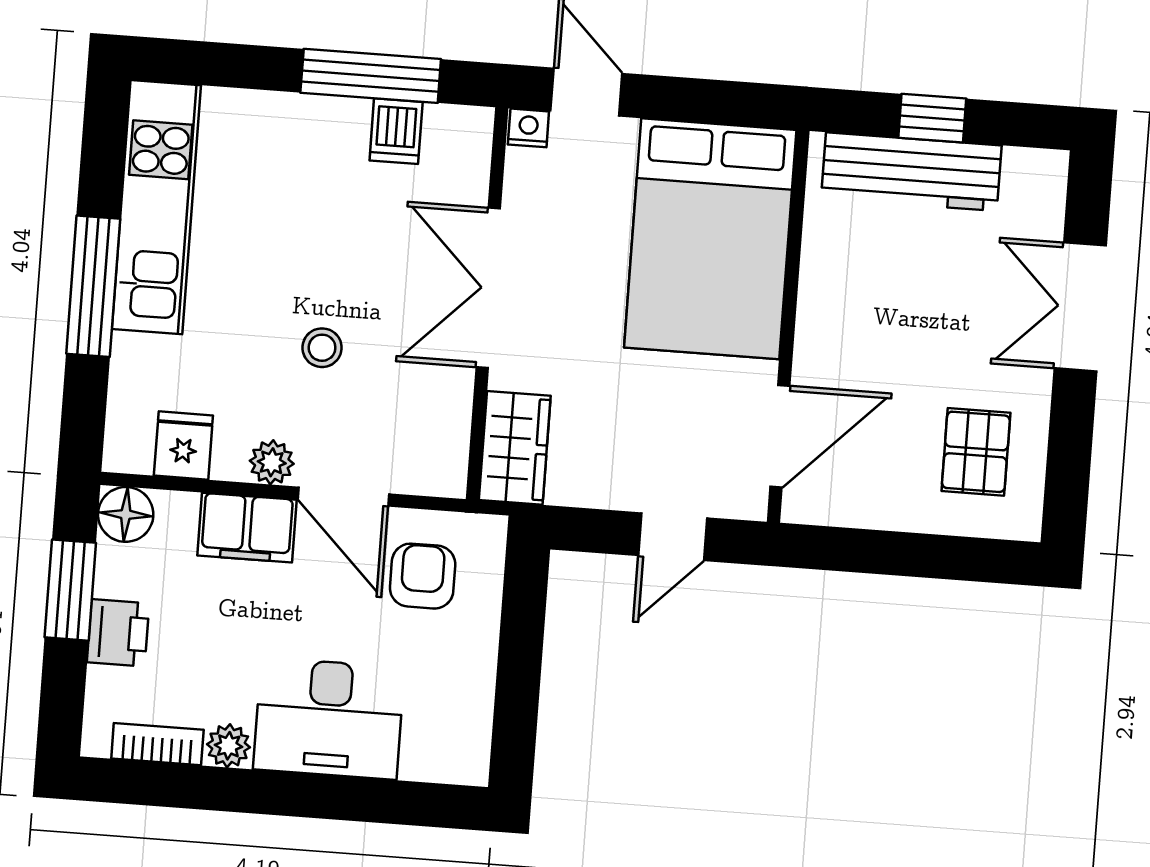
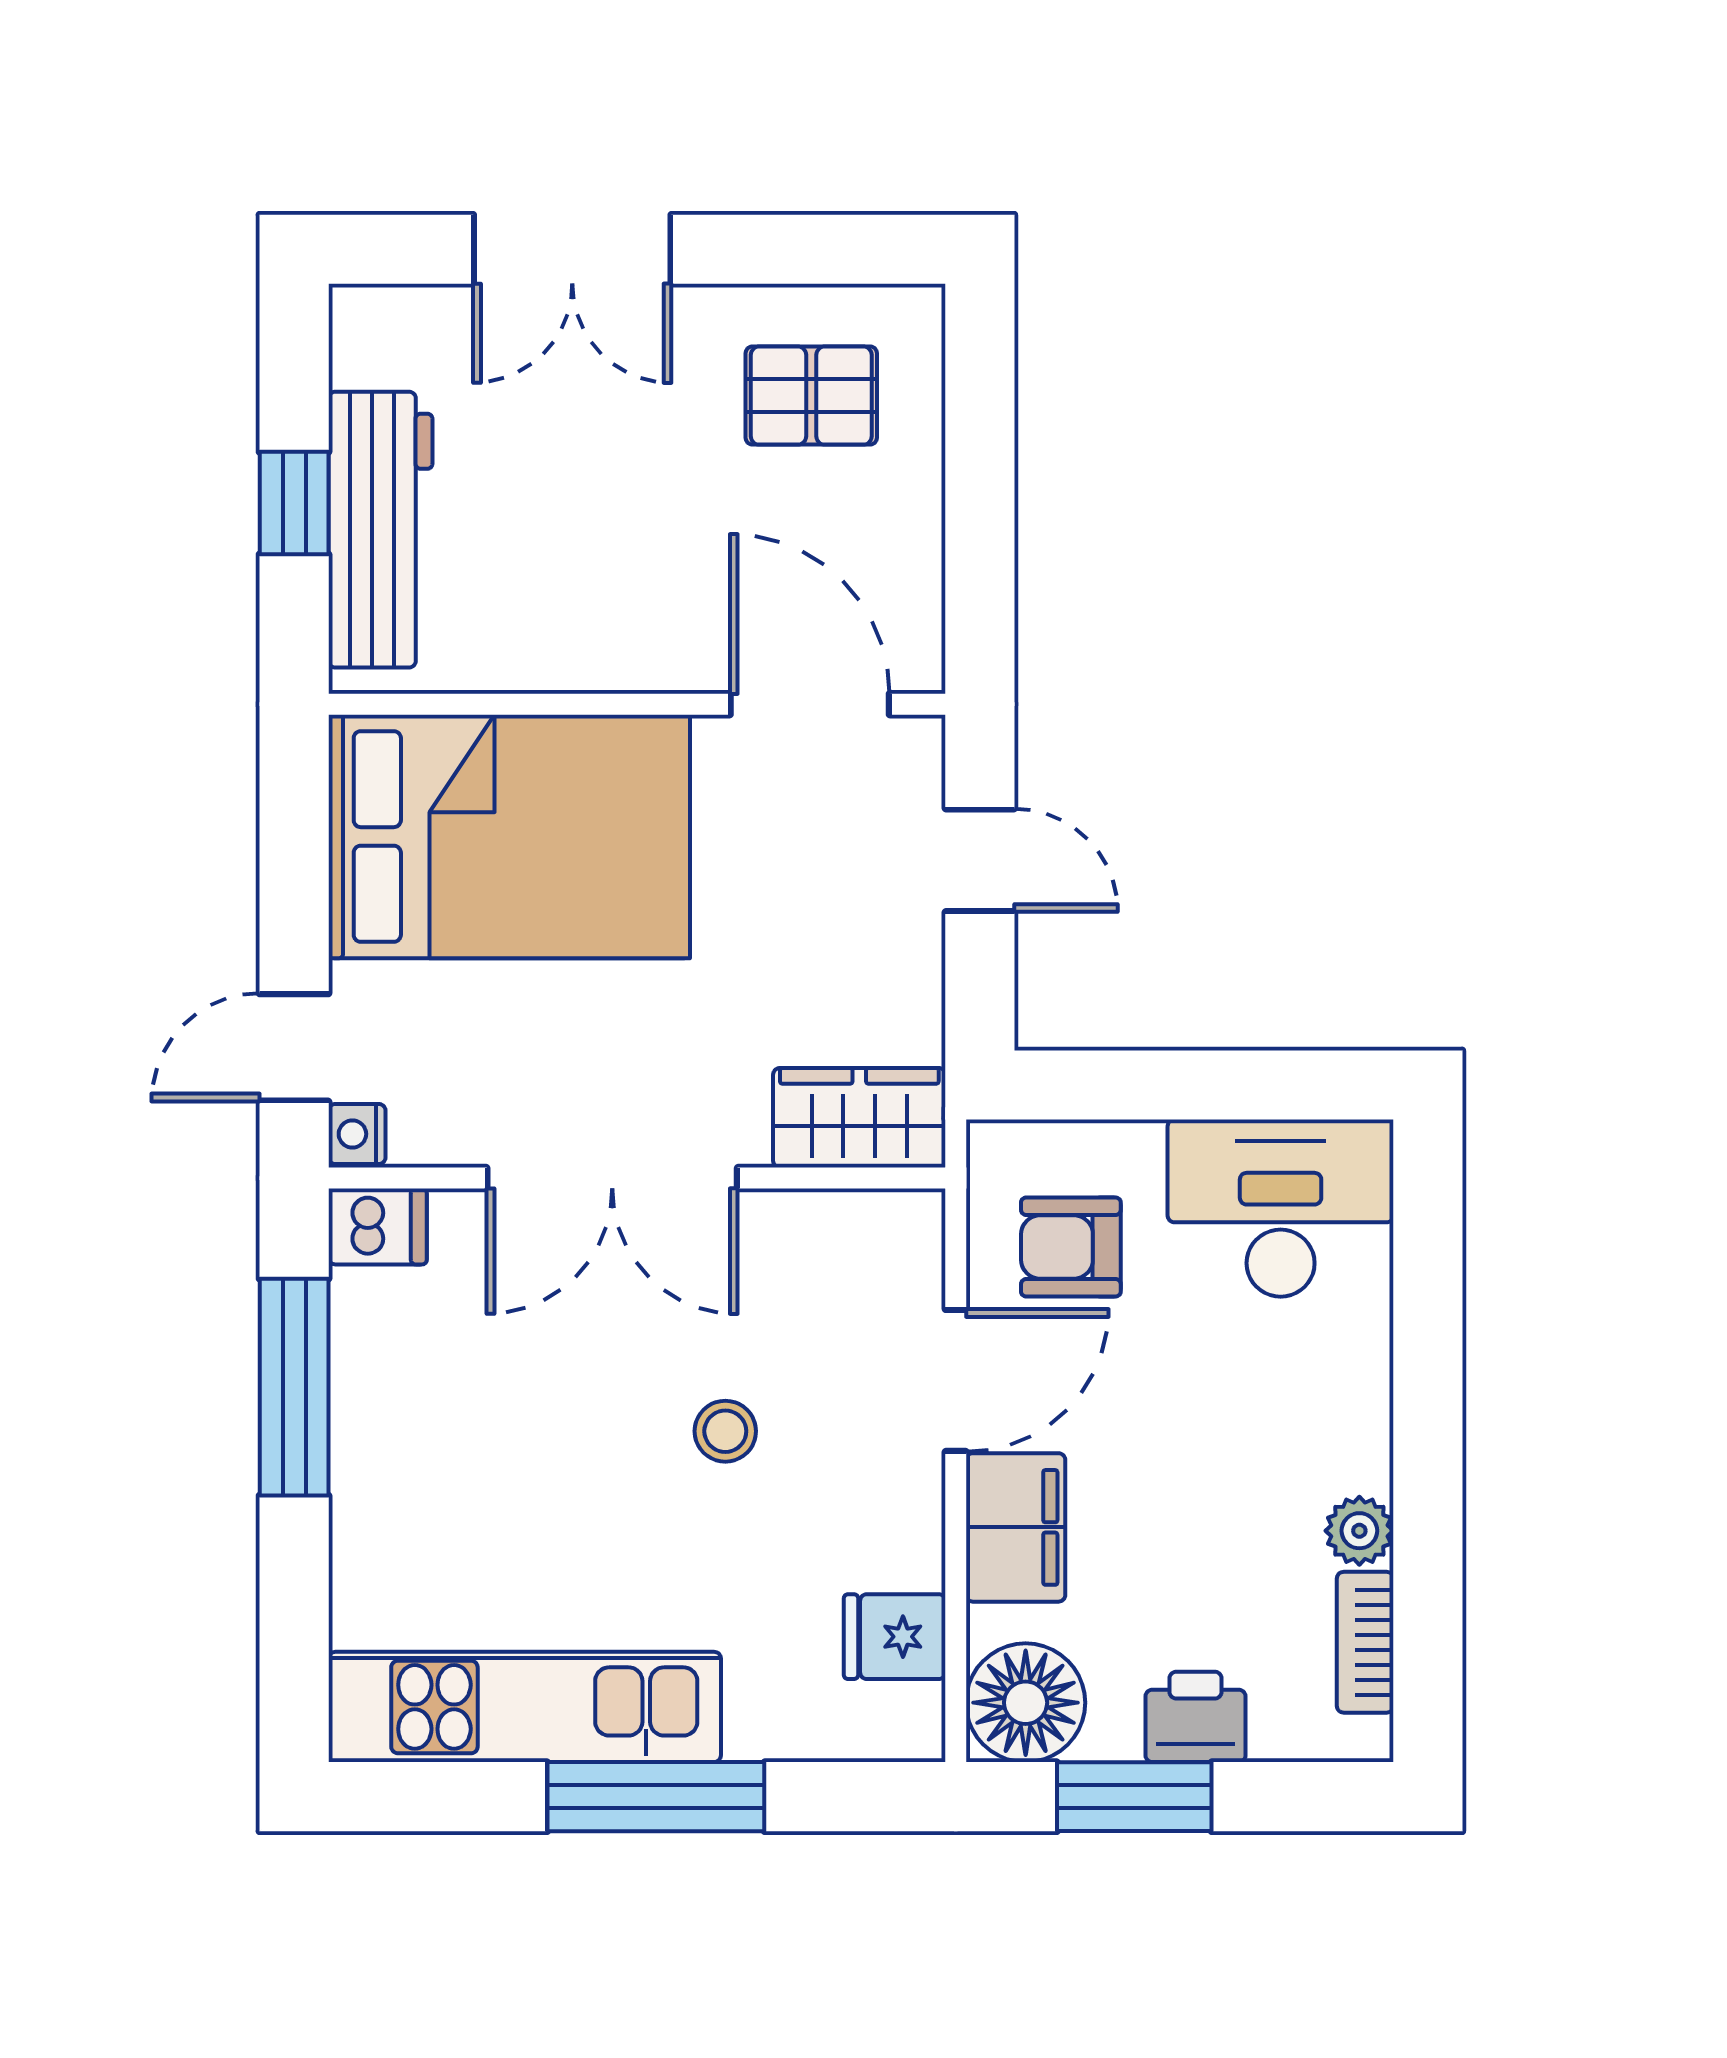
dishwasher: (396, 131) -> (378, 1226), moved
plant: (272, 462) -> (911, 1496), removed
floor lamp: (126, 514) -> (1026, 1703), width x1.38, depth x1.38
desk: (329, 718) -> (1281, 1208), moved, turned -90

